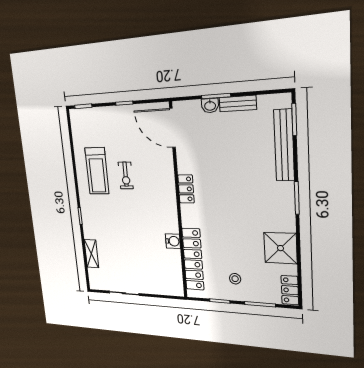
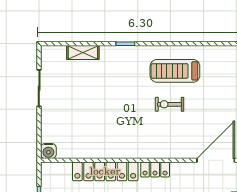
water cooler: (173, 241) -> (48, 151), moved
locker: (193, 259) -> (105, 171), moved

